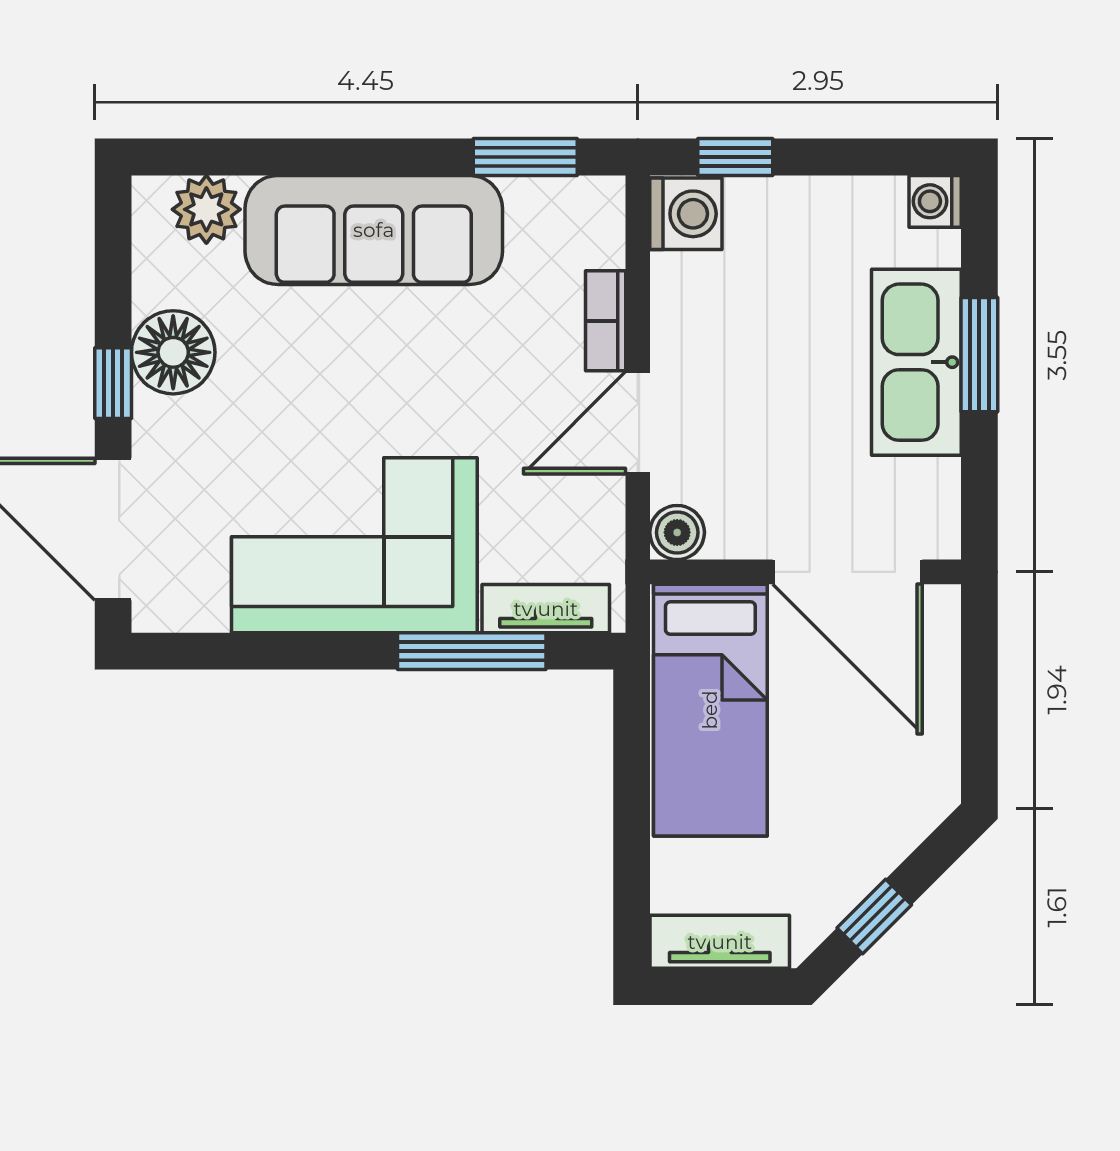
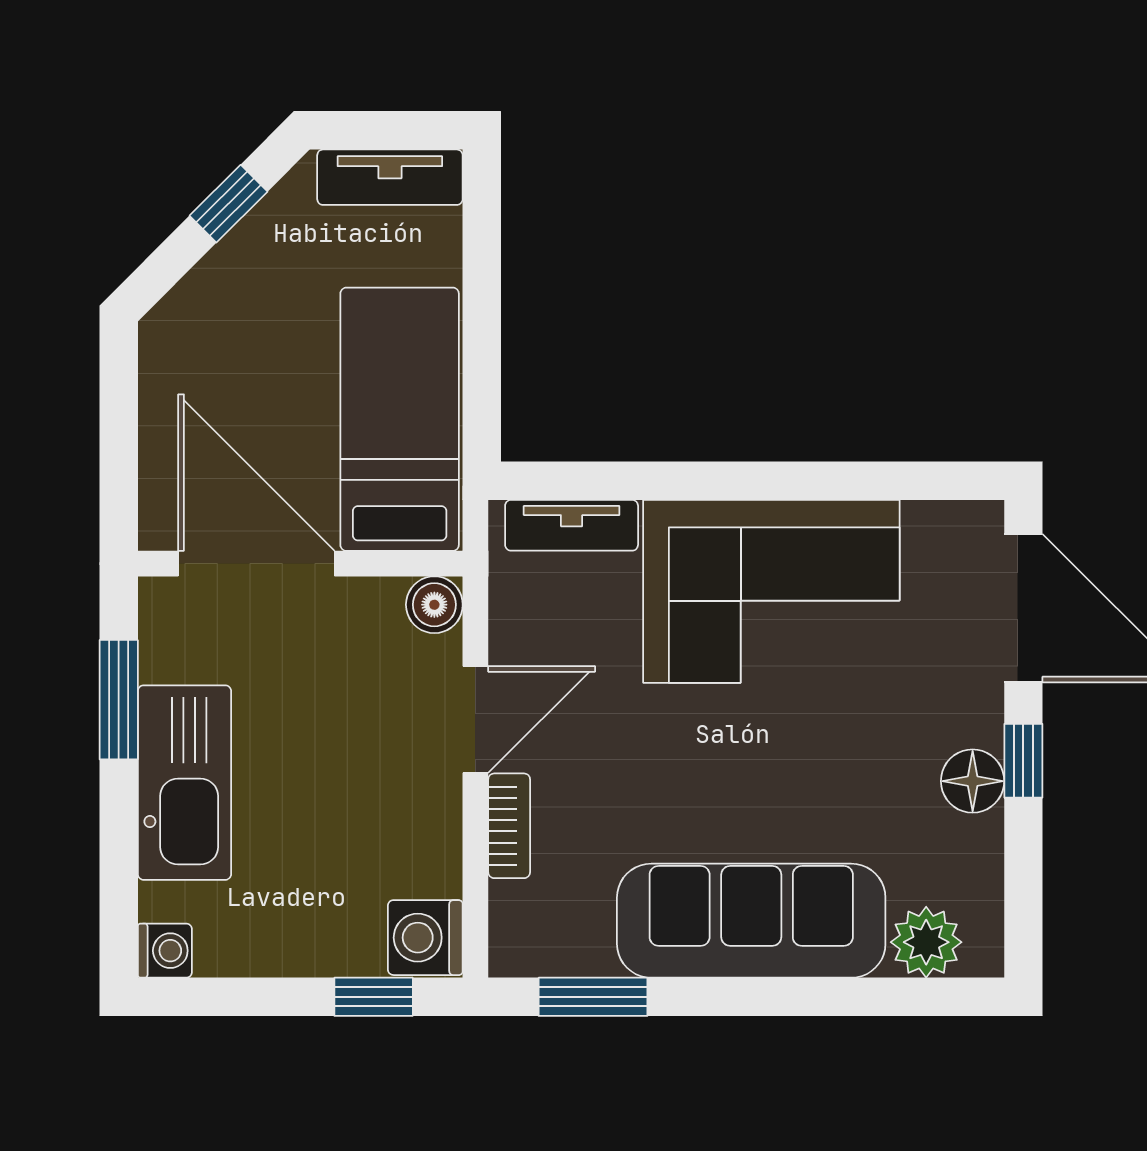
floor lamp: (173, 352) -> (973, 781), width x0.73, depth x0.73
window: (979, 355) -> (119, 700), moved
window: (472, 651) -> (649, 481), removed

